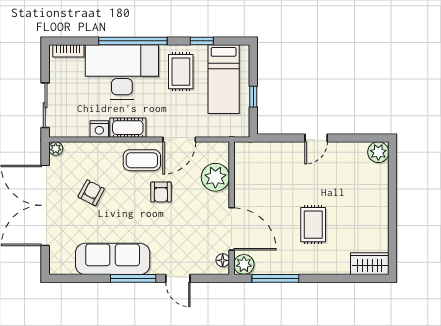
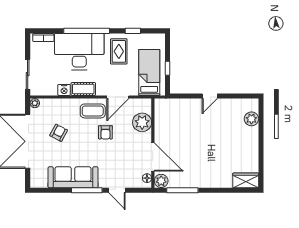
bed: (224, 79) -> (149, 72), moved, turned 180
plant: (378, 152) -> (251, 119), moved
rug: (313, 225) -> (208, 154), removed

